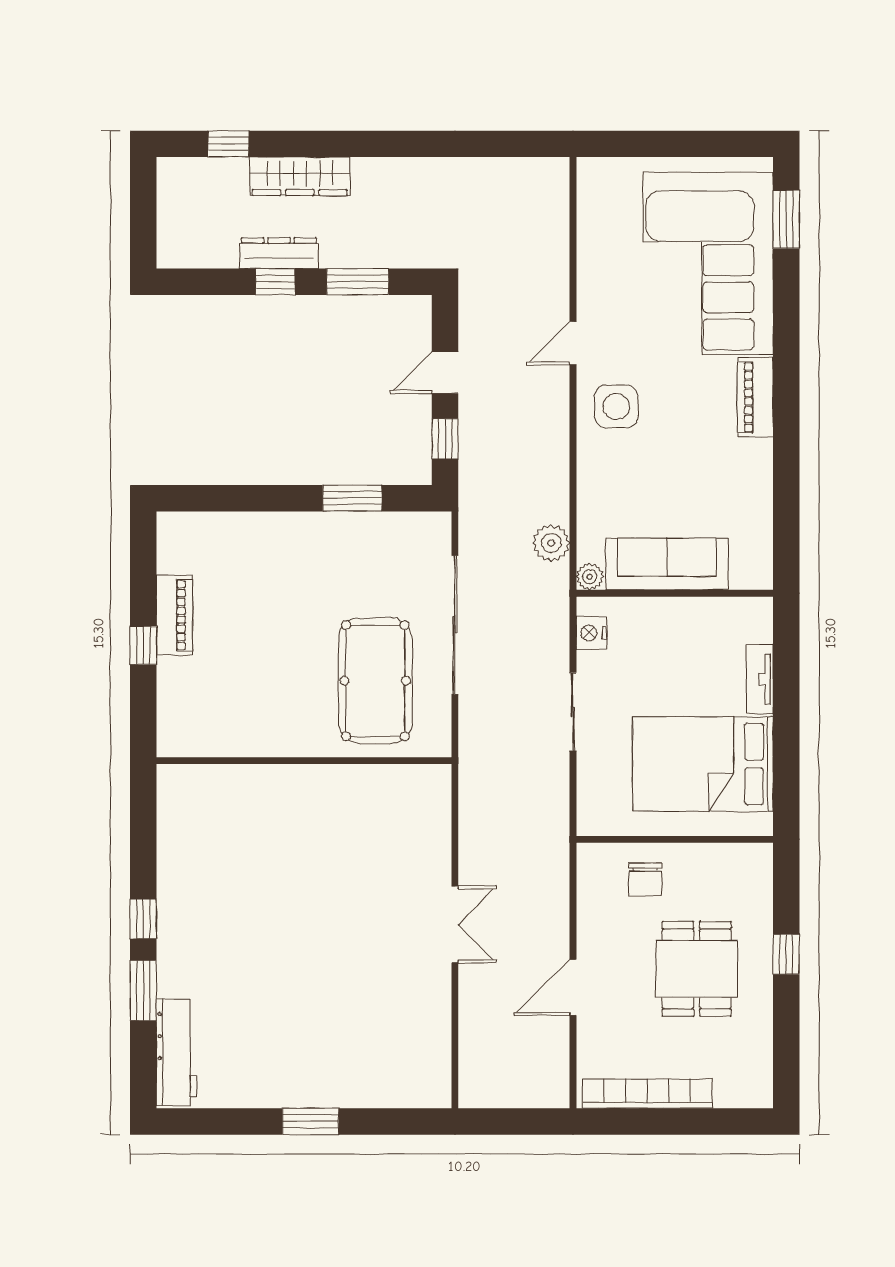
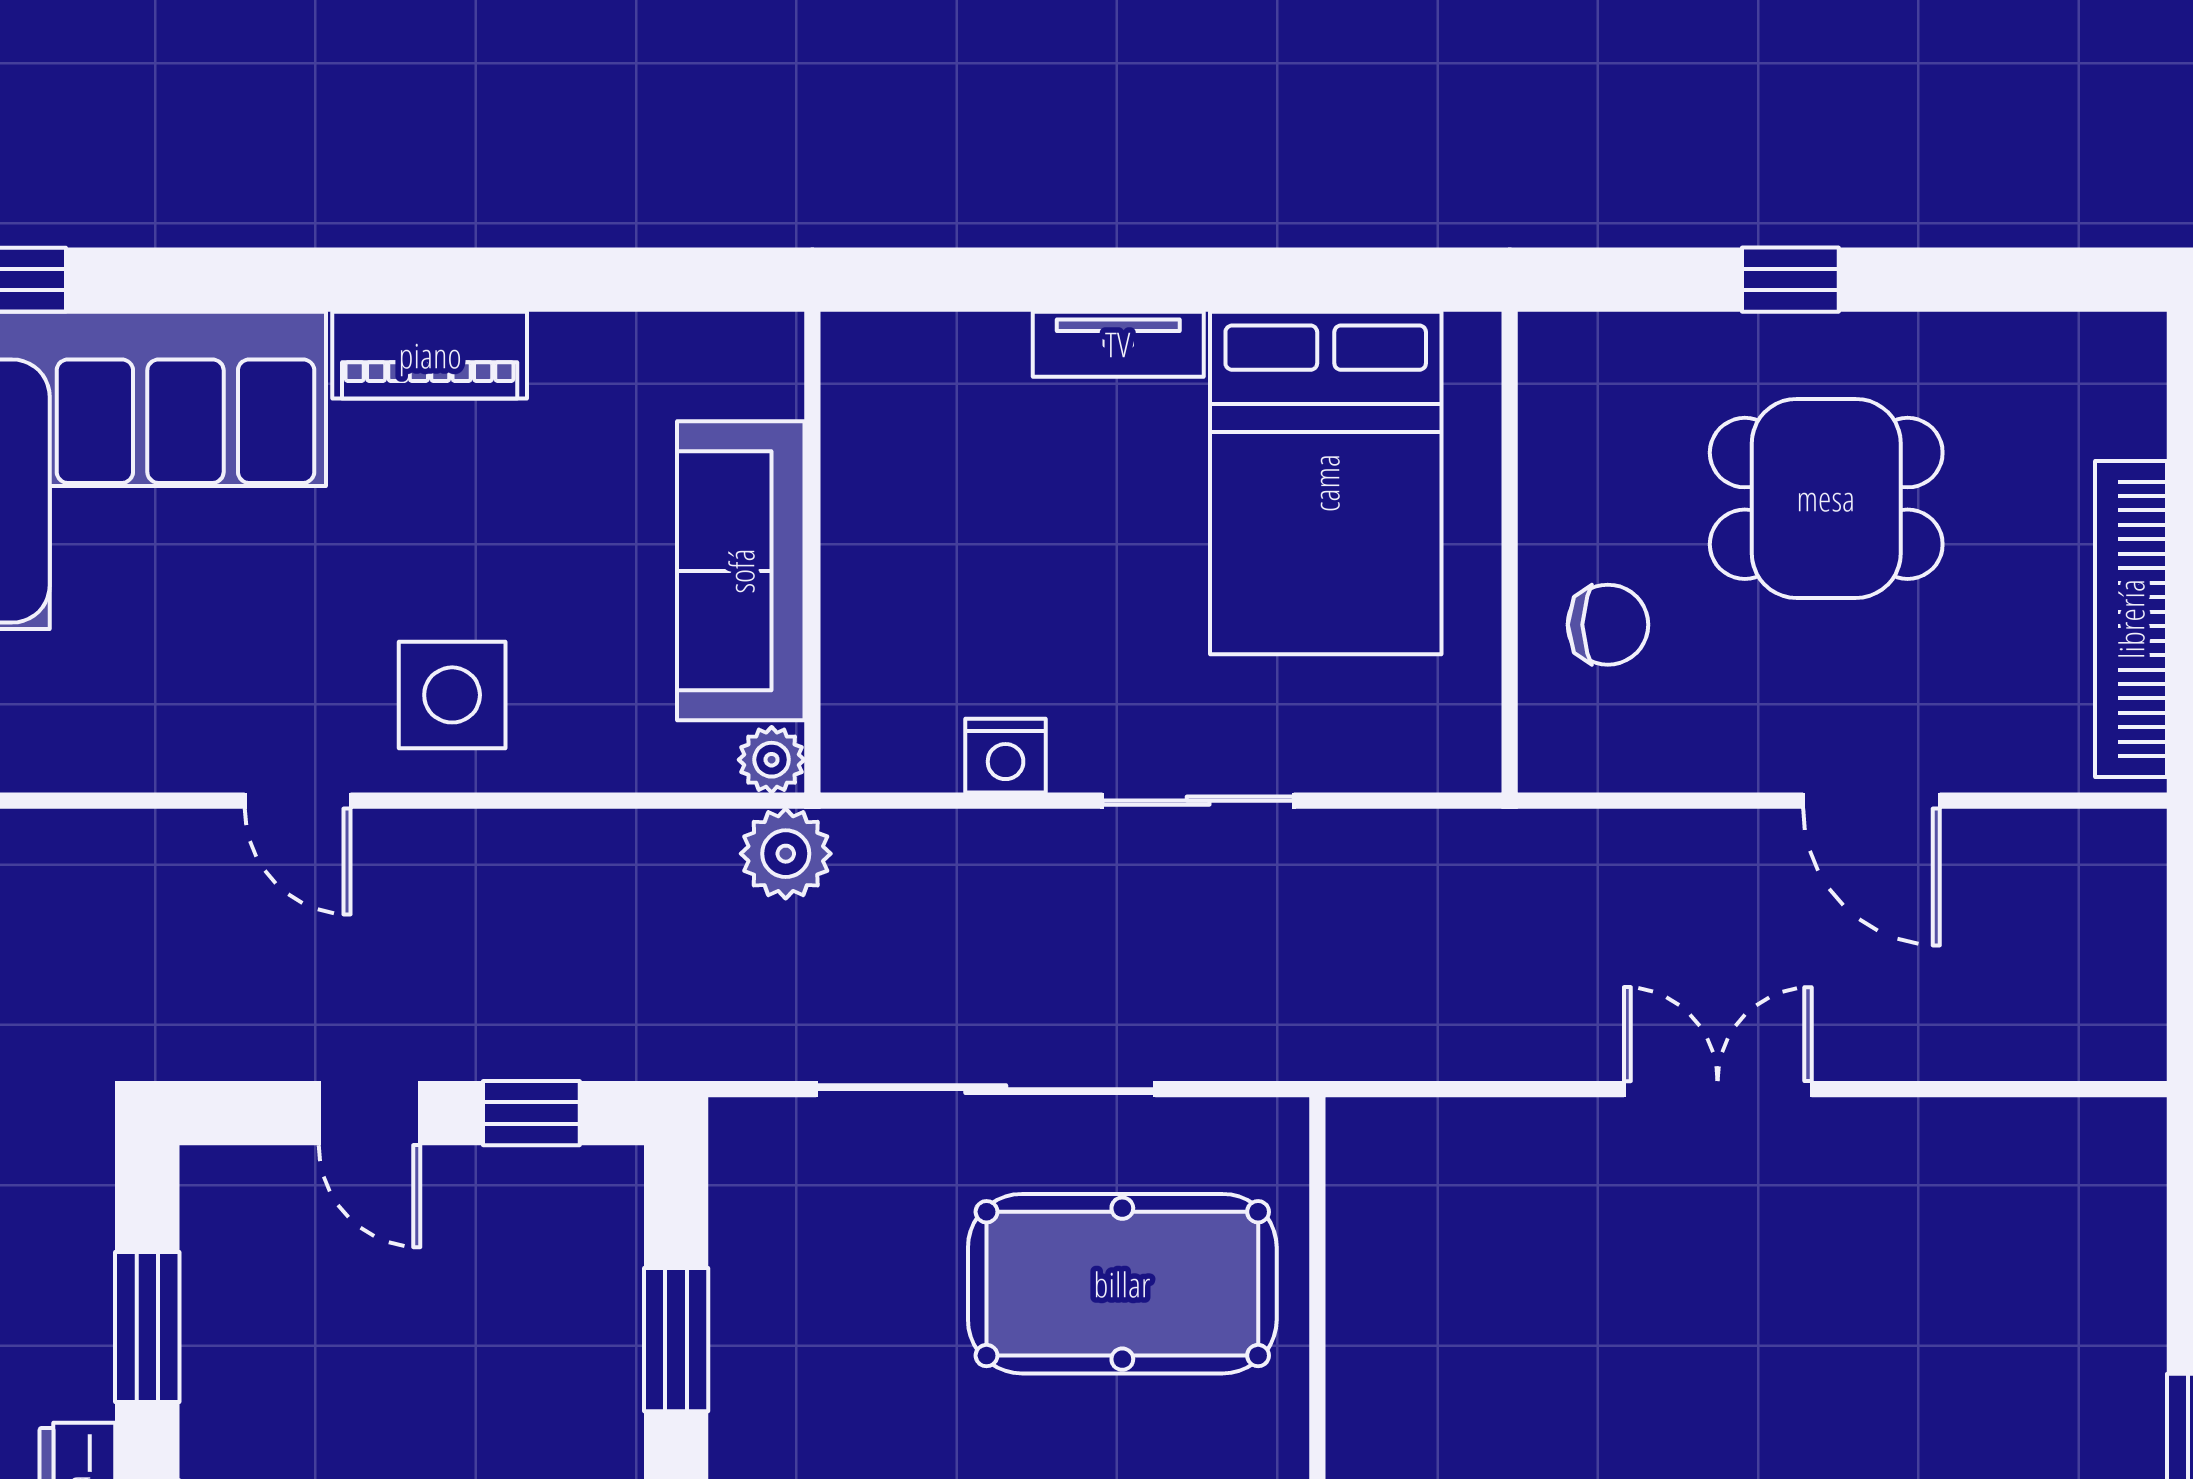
sofa: (667, 564) -> (741, 571), moved
plant: (590, 577) -> (772, 760), moved
wall: (675, 593) -> (812, 552), moved

